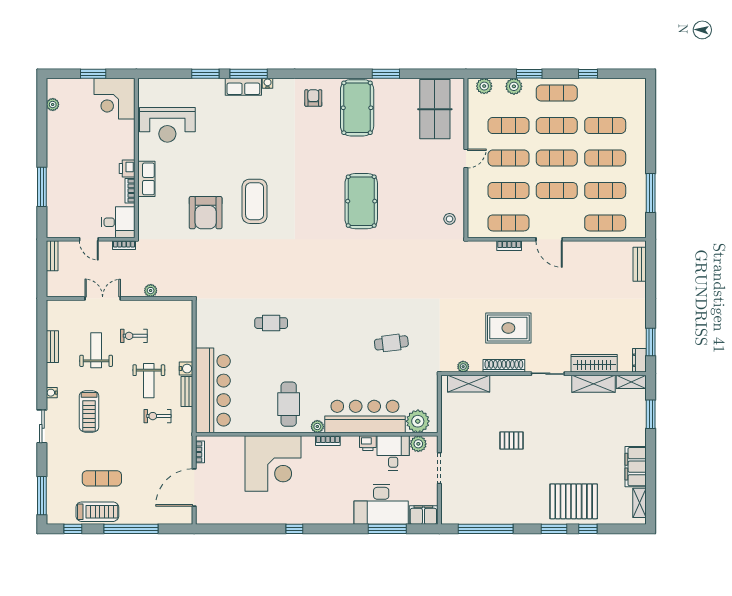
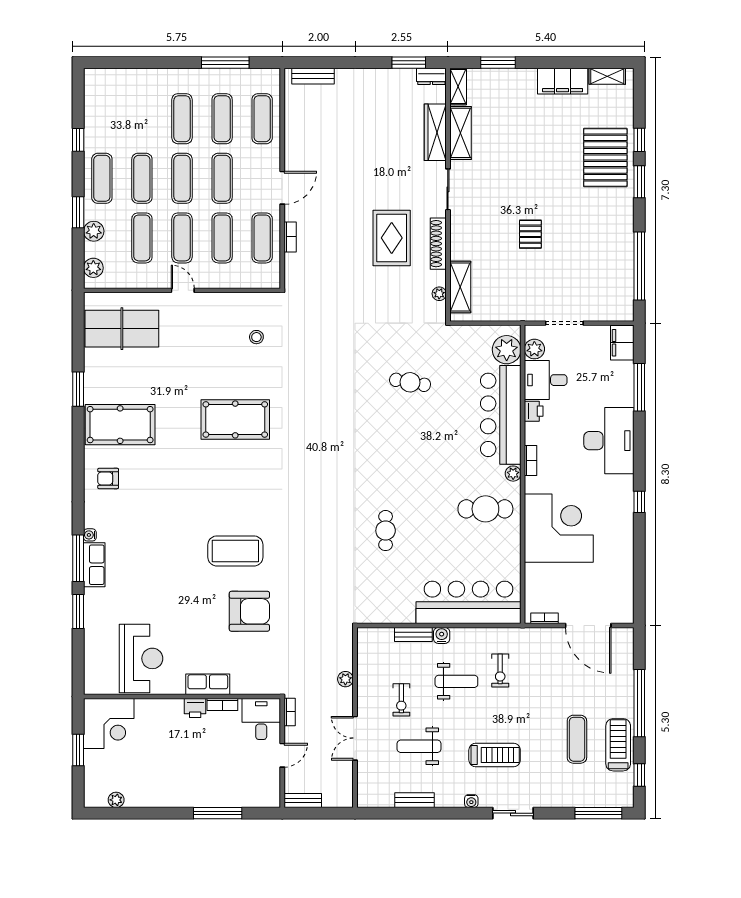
exercise mat: (605, 125) -> (142, 119), removed
stool: (450, 219) -> (256, 337), moved
cafe table: (391, 343) -> (410, 382), turned -73
bench: (187, 391) -> (413, 634), moved
desk: (381, 504) -> (609, 441), moved

